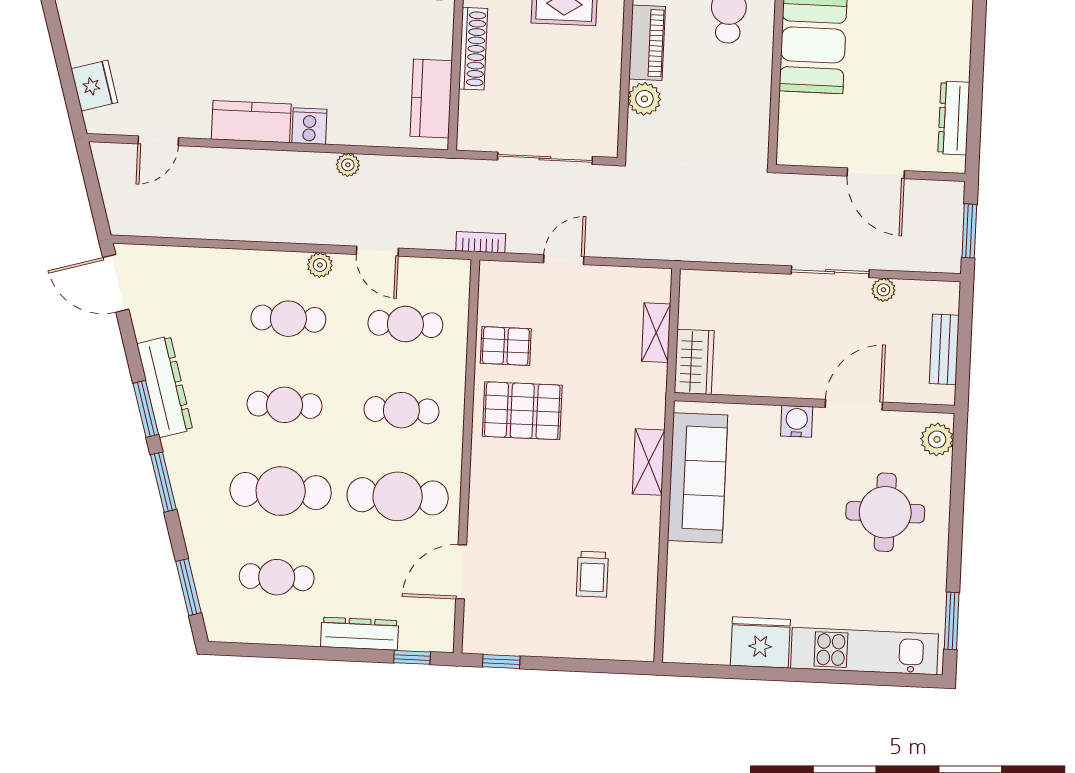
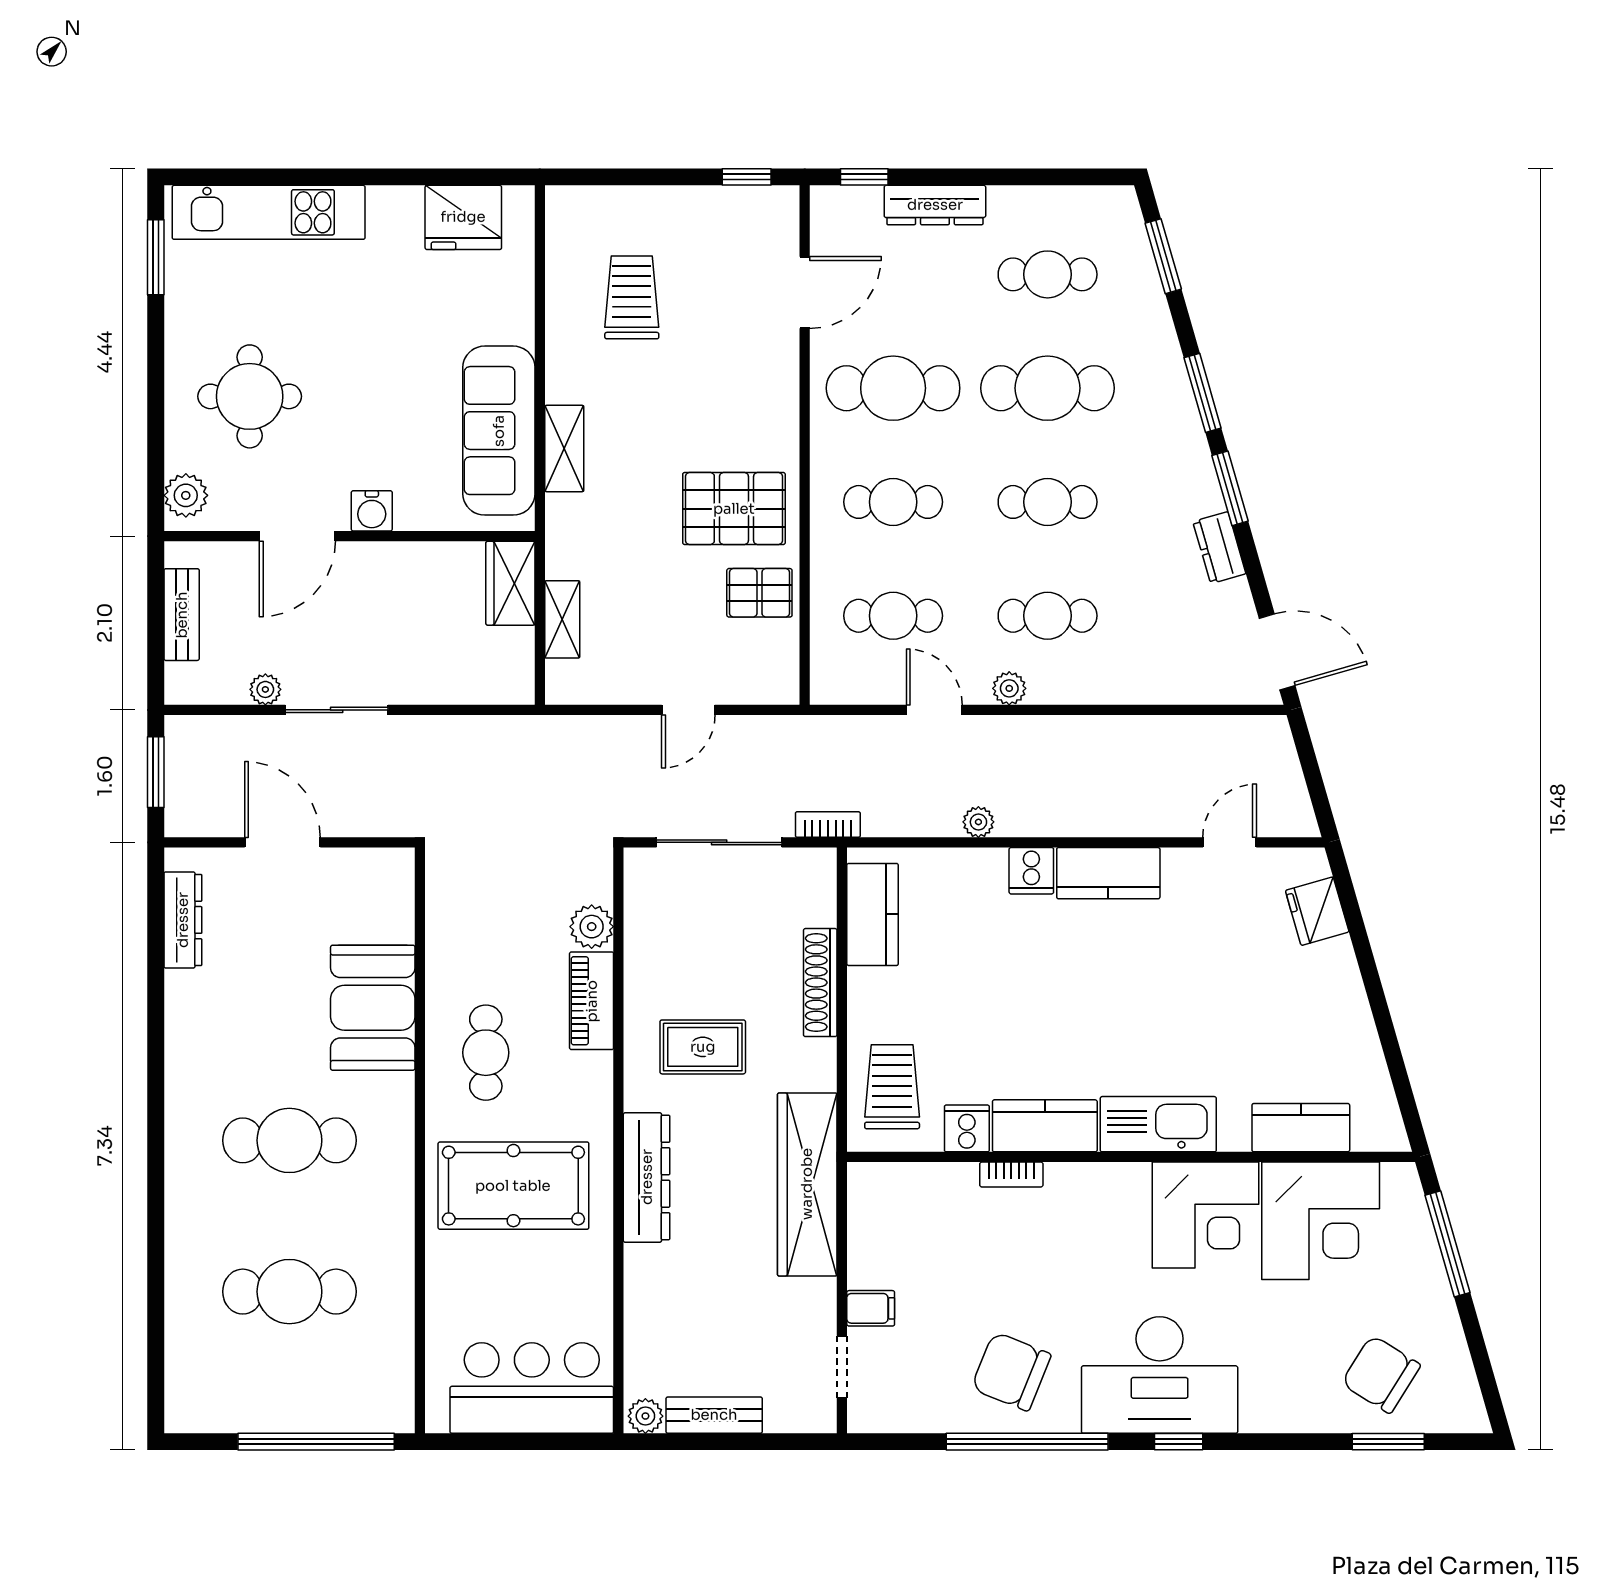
bookcase: (481, 242) -> (828, 825), moved, turned 180
dresser: (165, 387) -> (1219, 548), width x0.51, depth x0.80
trolley: (592, 574) -> (632, 297), width x1.36, depth x1.39
fridge: (760, 642) -> (463, 217), moved

